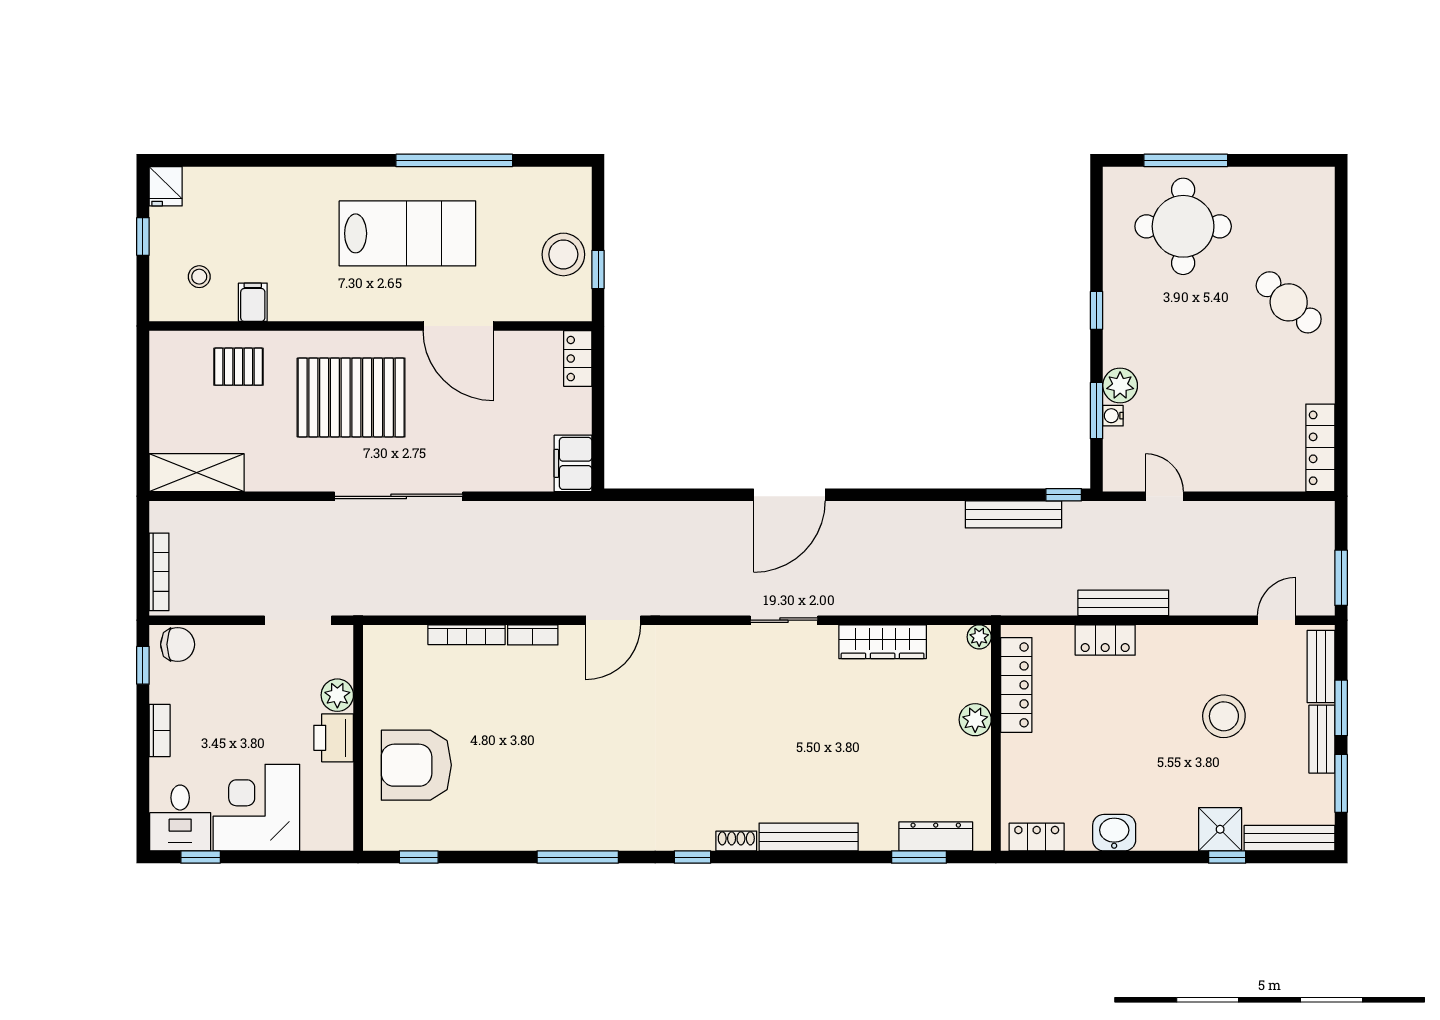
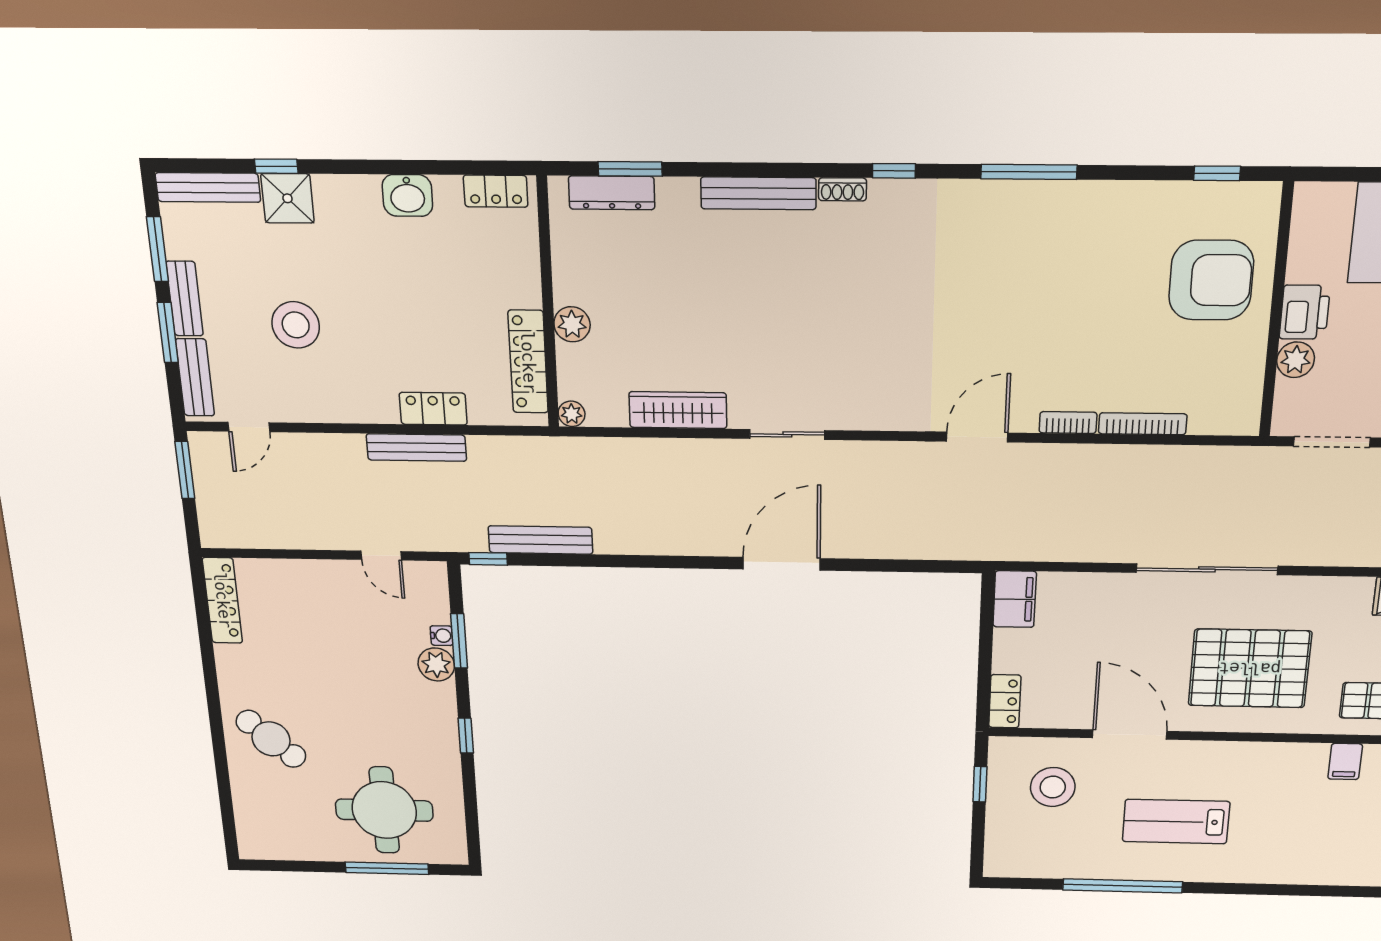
lab bench: (407, 233) -> (1176, 822), width x0.73, depth x0.72
stool: (563, 254) -> (1053, 787), moved

